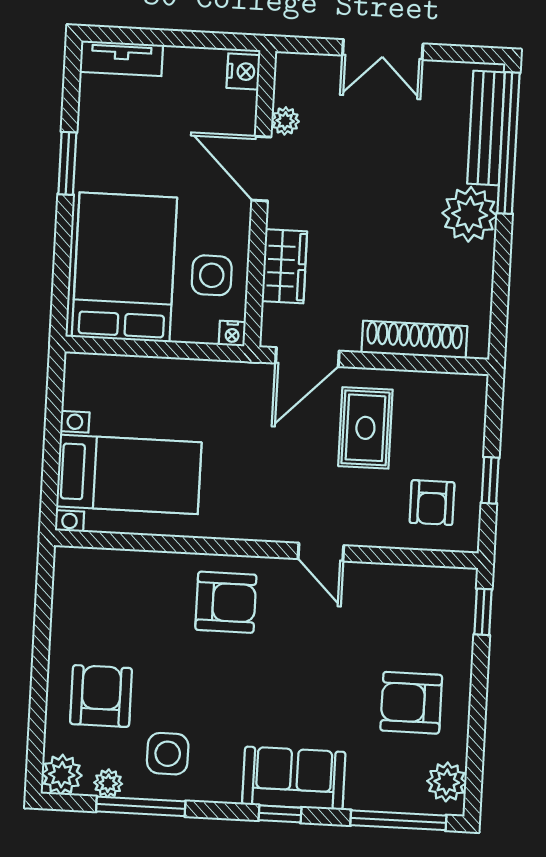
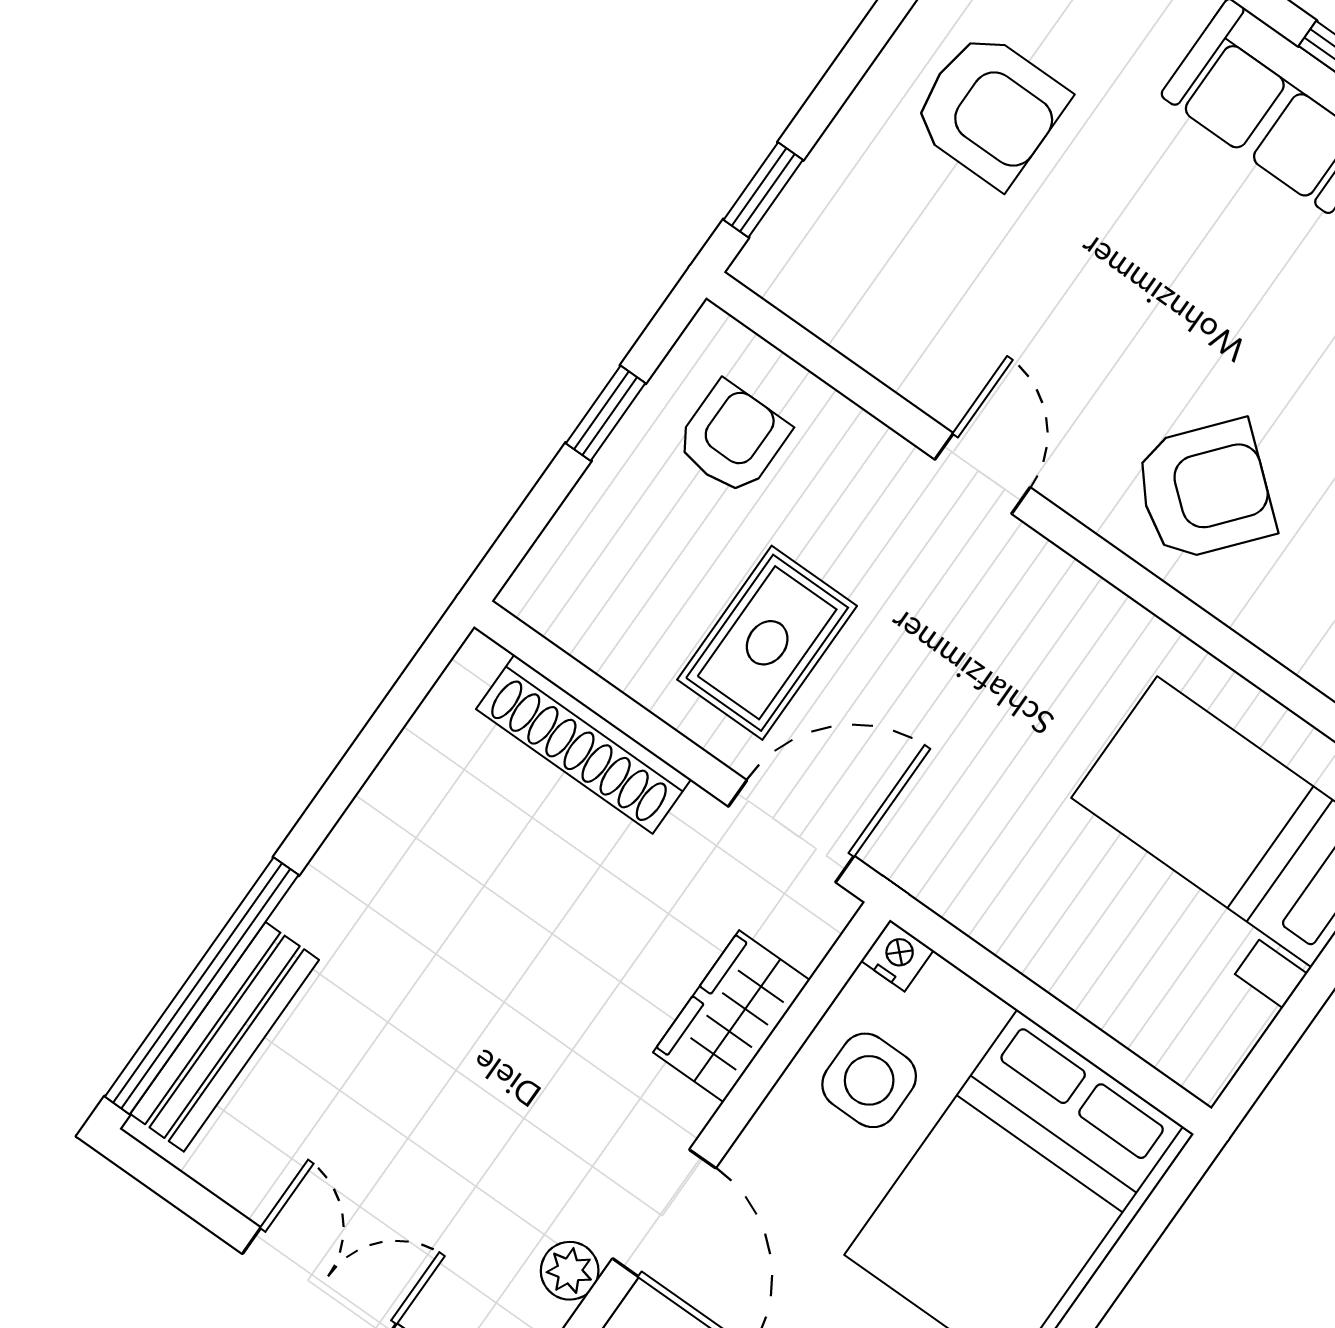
plant: (470, 214) -> (348, 903), removed
armchair: (226, 602) -> (1205, 490), turned 130

